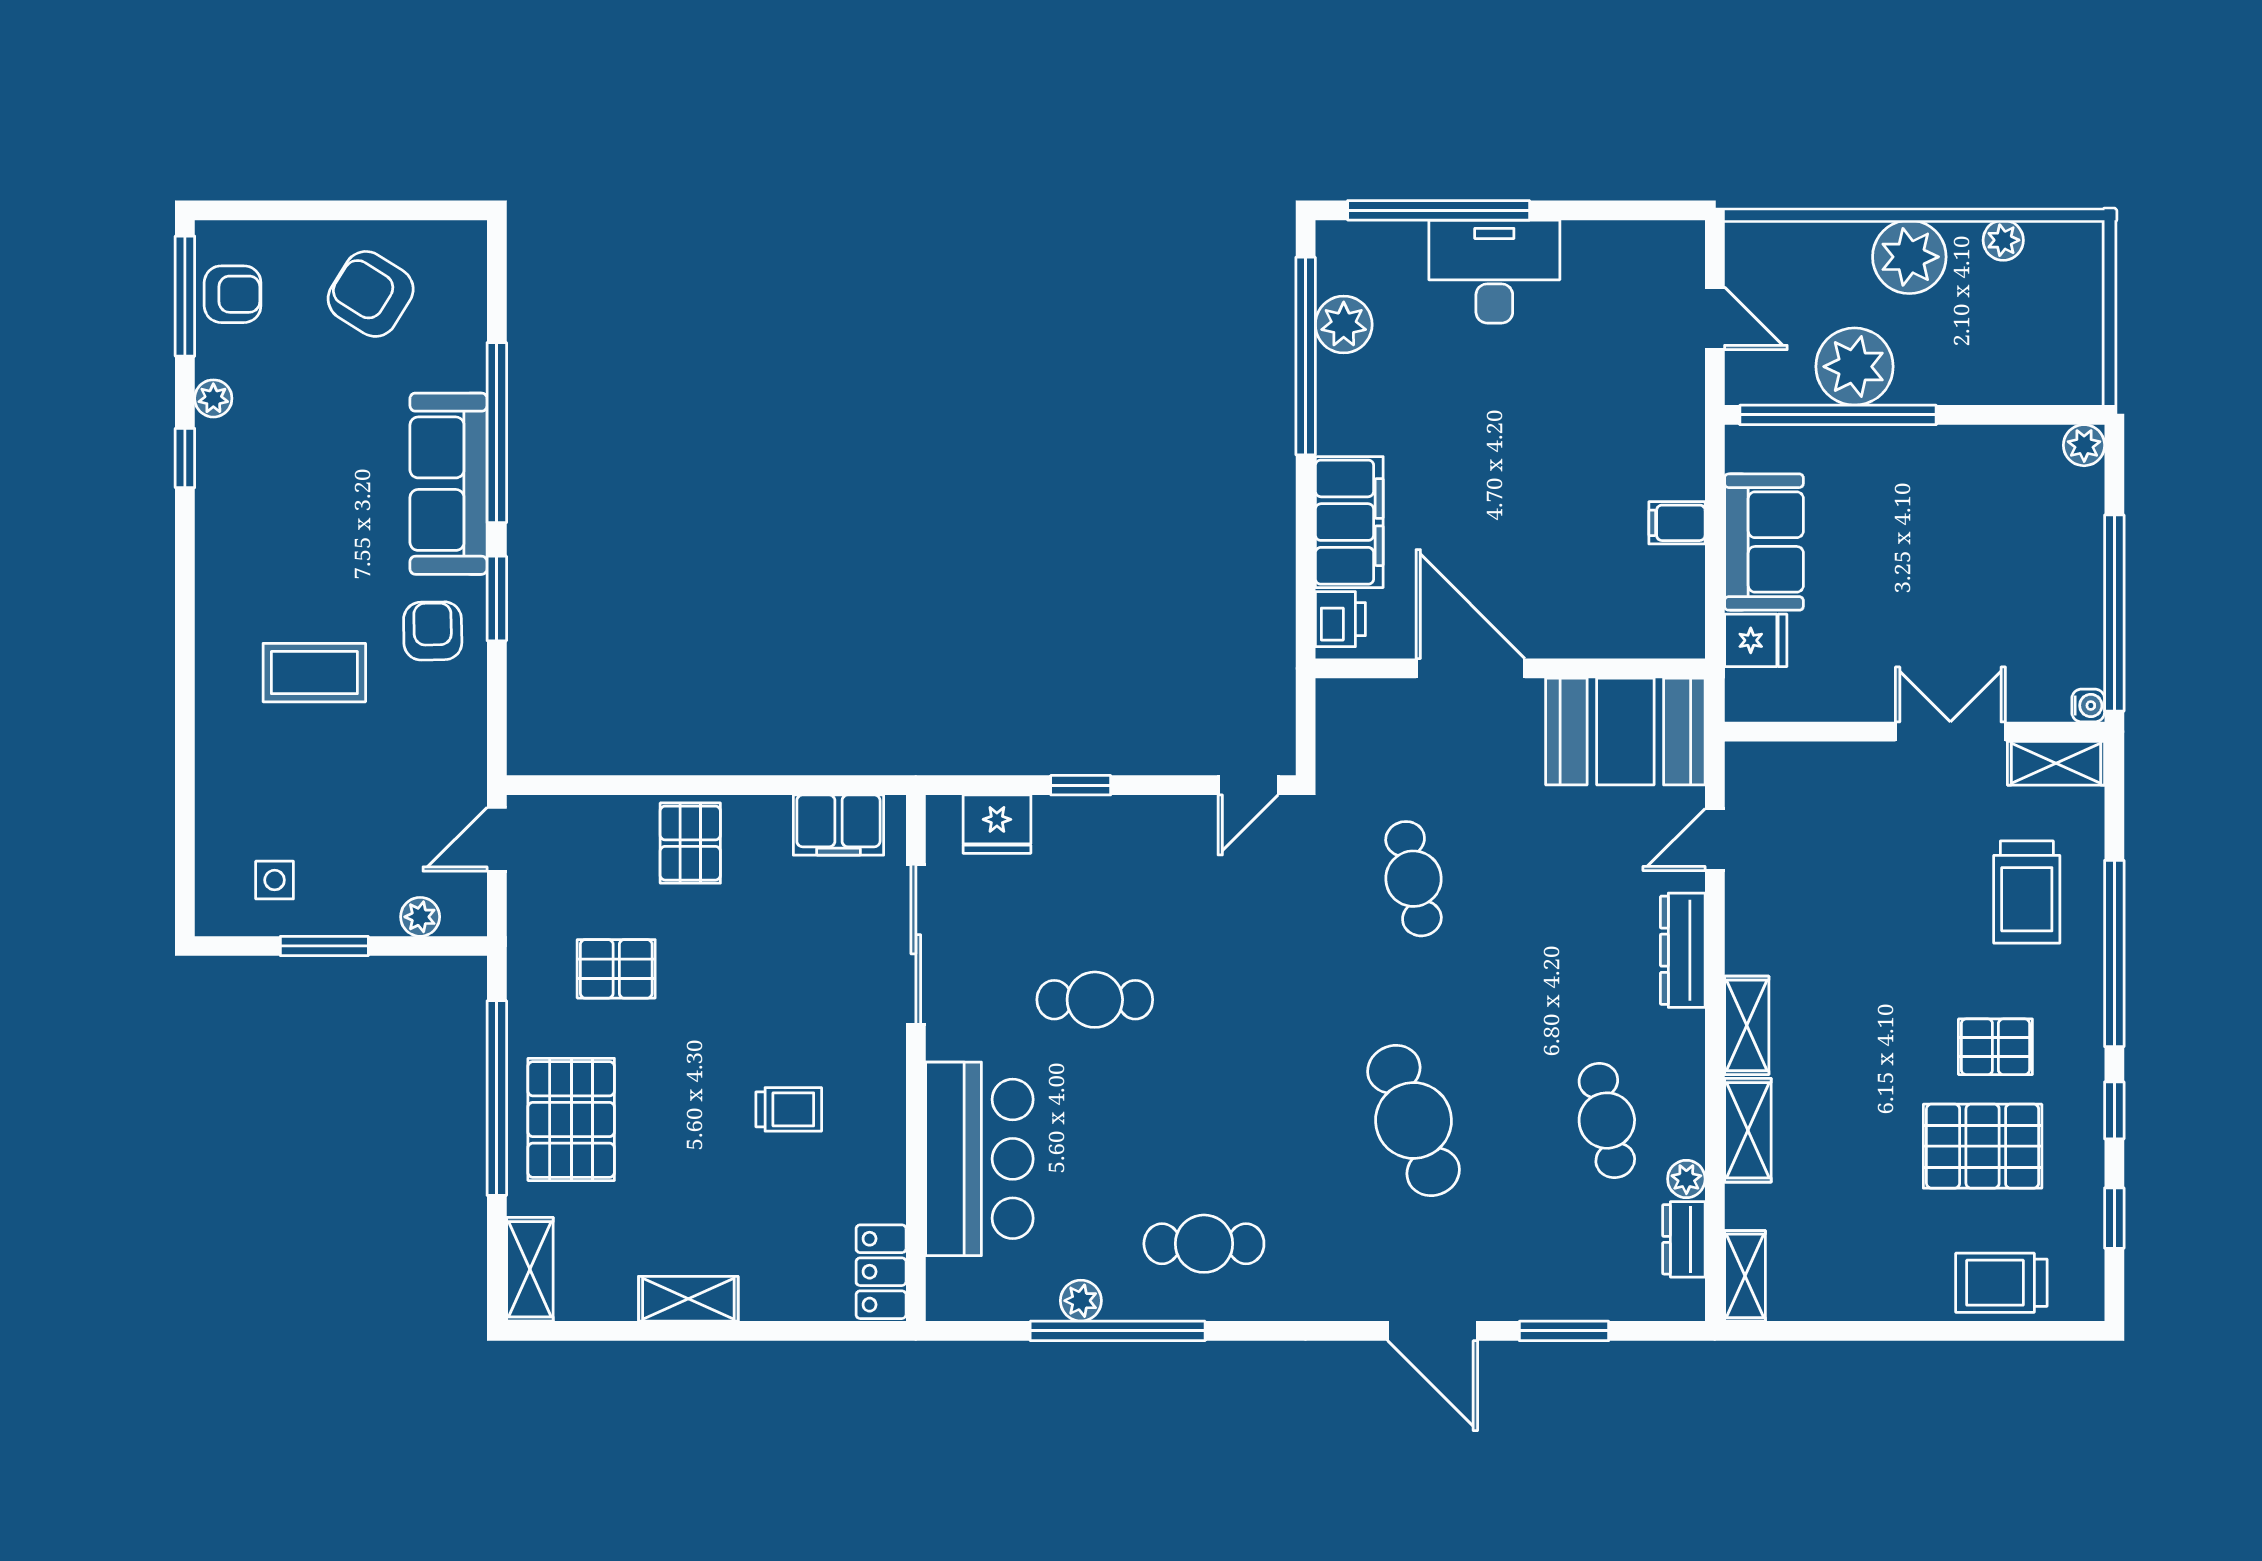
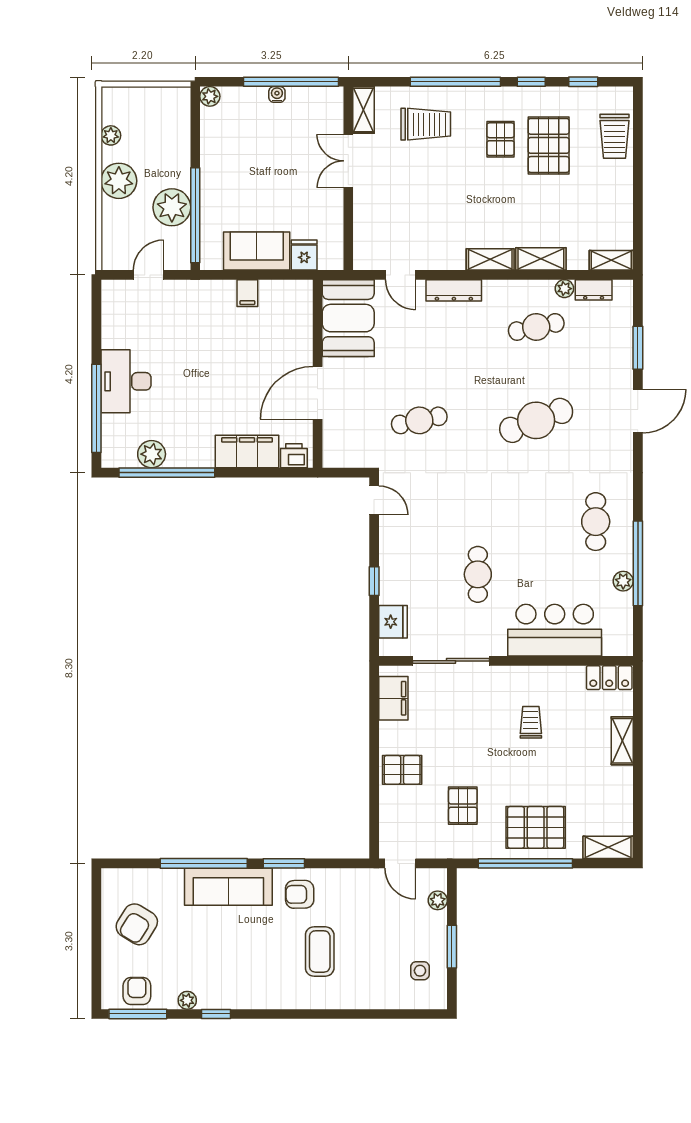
water cooler: (2088, 705) -> (277, 94), moved
shelving: (688, 1299) -> (622, 741), moved

